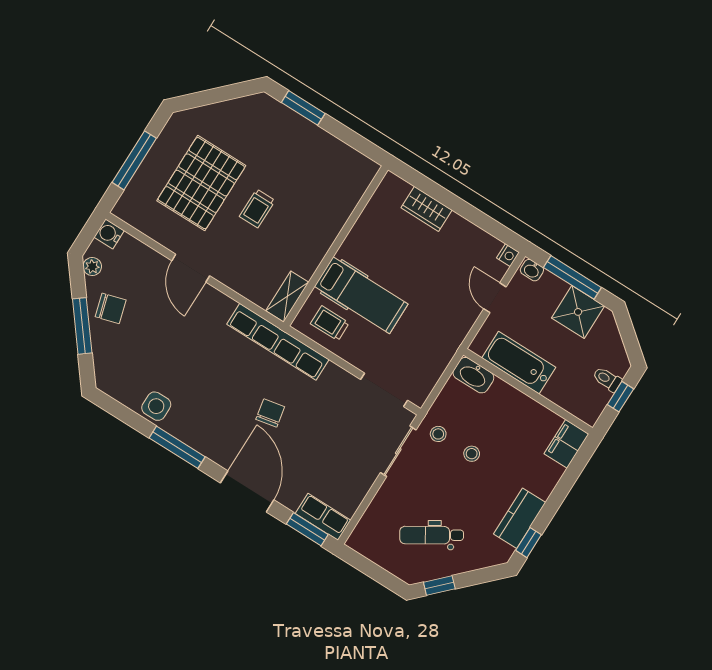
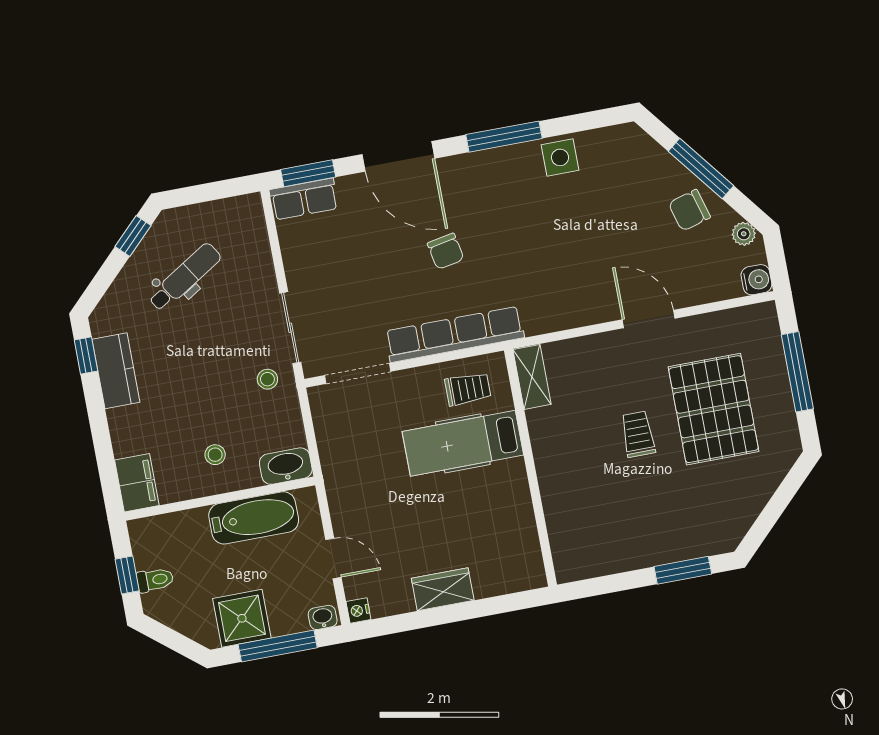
wardrobe: (426, 209) -> (443, 589), moved
row of seats: (278, 342) -> (455, 334), moved
stool: (472, 454) -> (215, 455), moved

